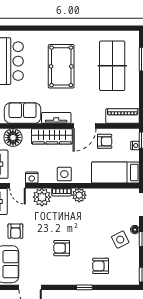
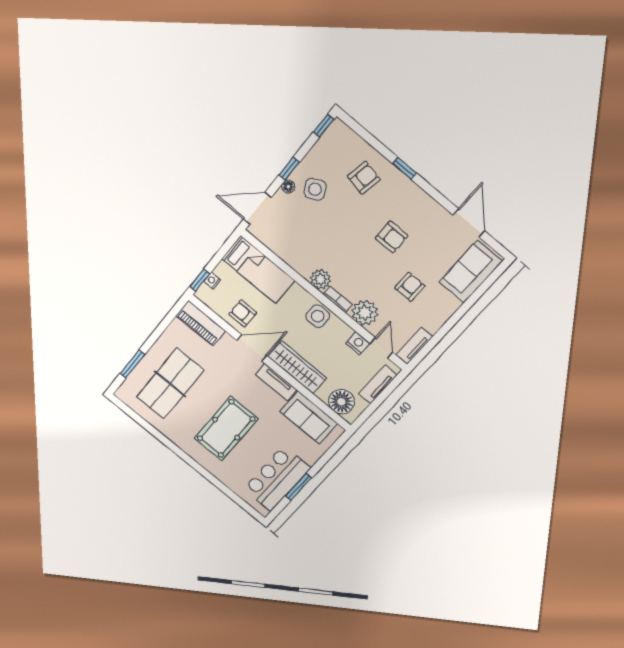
armchair: (15, 231) -> (410, 287), moved
armchair: (101, 266) -> (364, 178), turned -79

